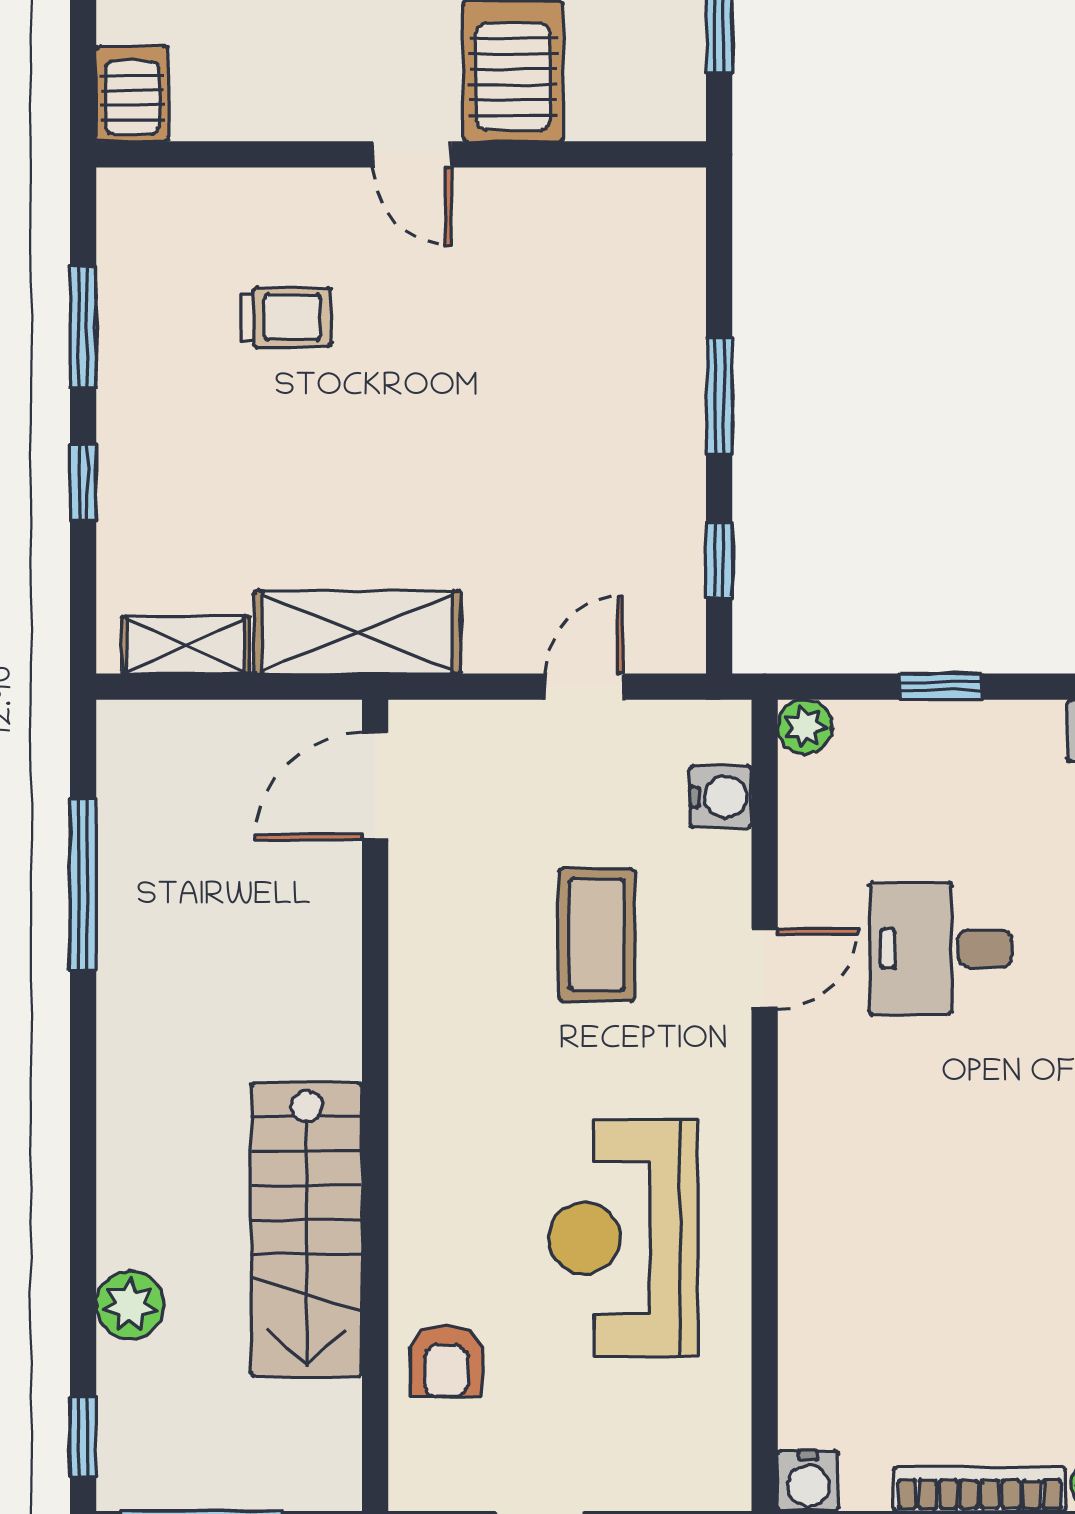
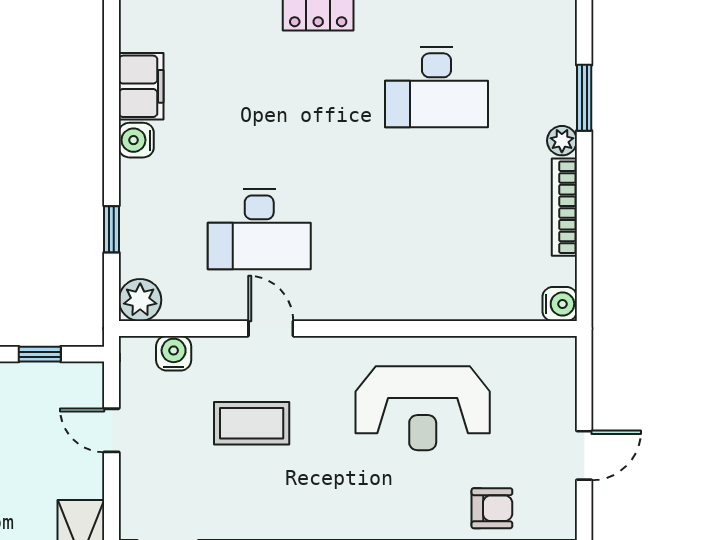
plant: (805, 727) -> (140, 300), width x1.38, depth x1.38
desk: (941, 948) -> (259, 229), width x1.37

